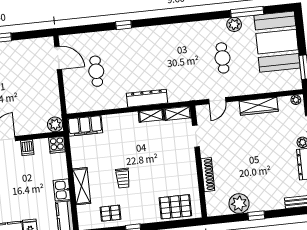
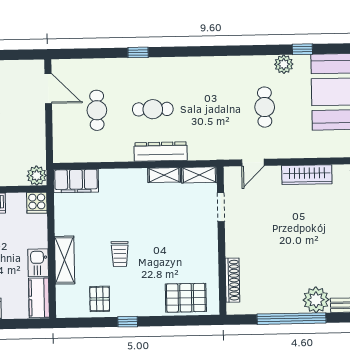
window: (247, 12) -> (302, 49), width x0.46
cafe table: (138, 67) -> (153, 109), added
shoe rack: (208, 175) -> (232, 280), moved
plant: (239, 204) -> (316, 300), moved
pallet: (111, 213) -> (100, 299), turned 90
window: (256, 216) -> (291, 319), width x3.17

